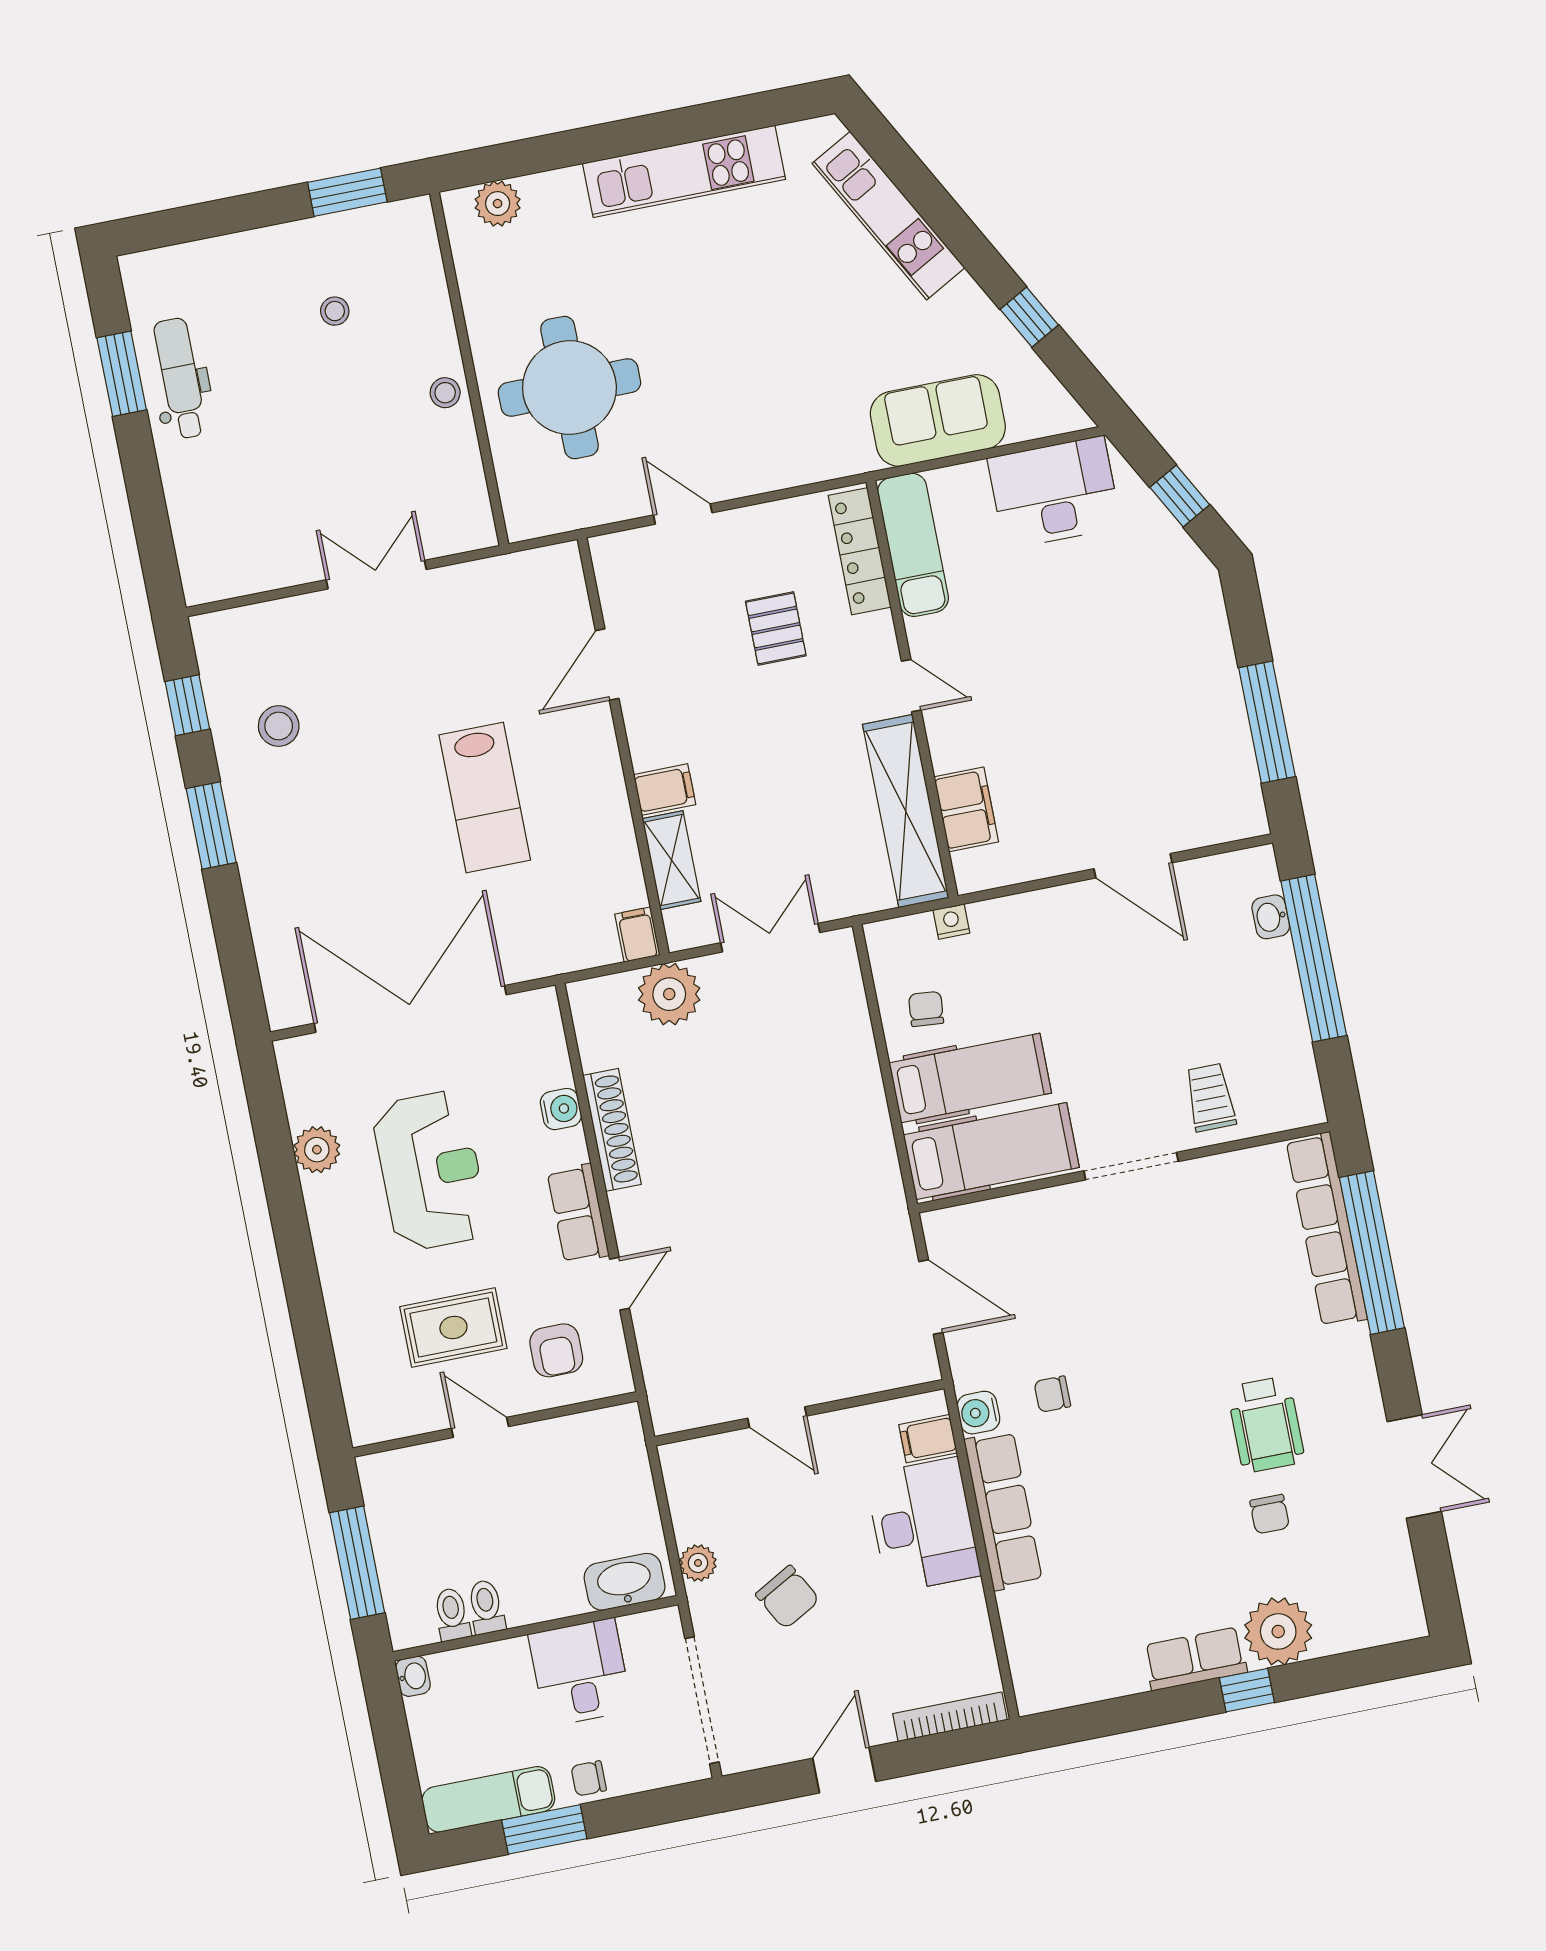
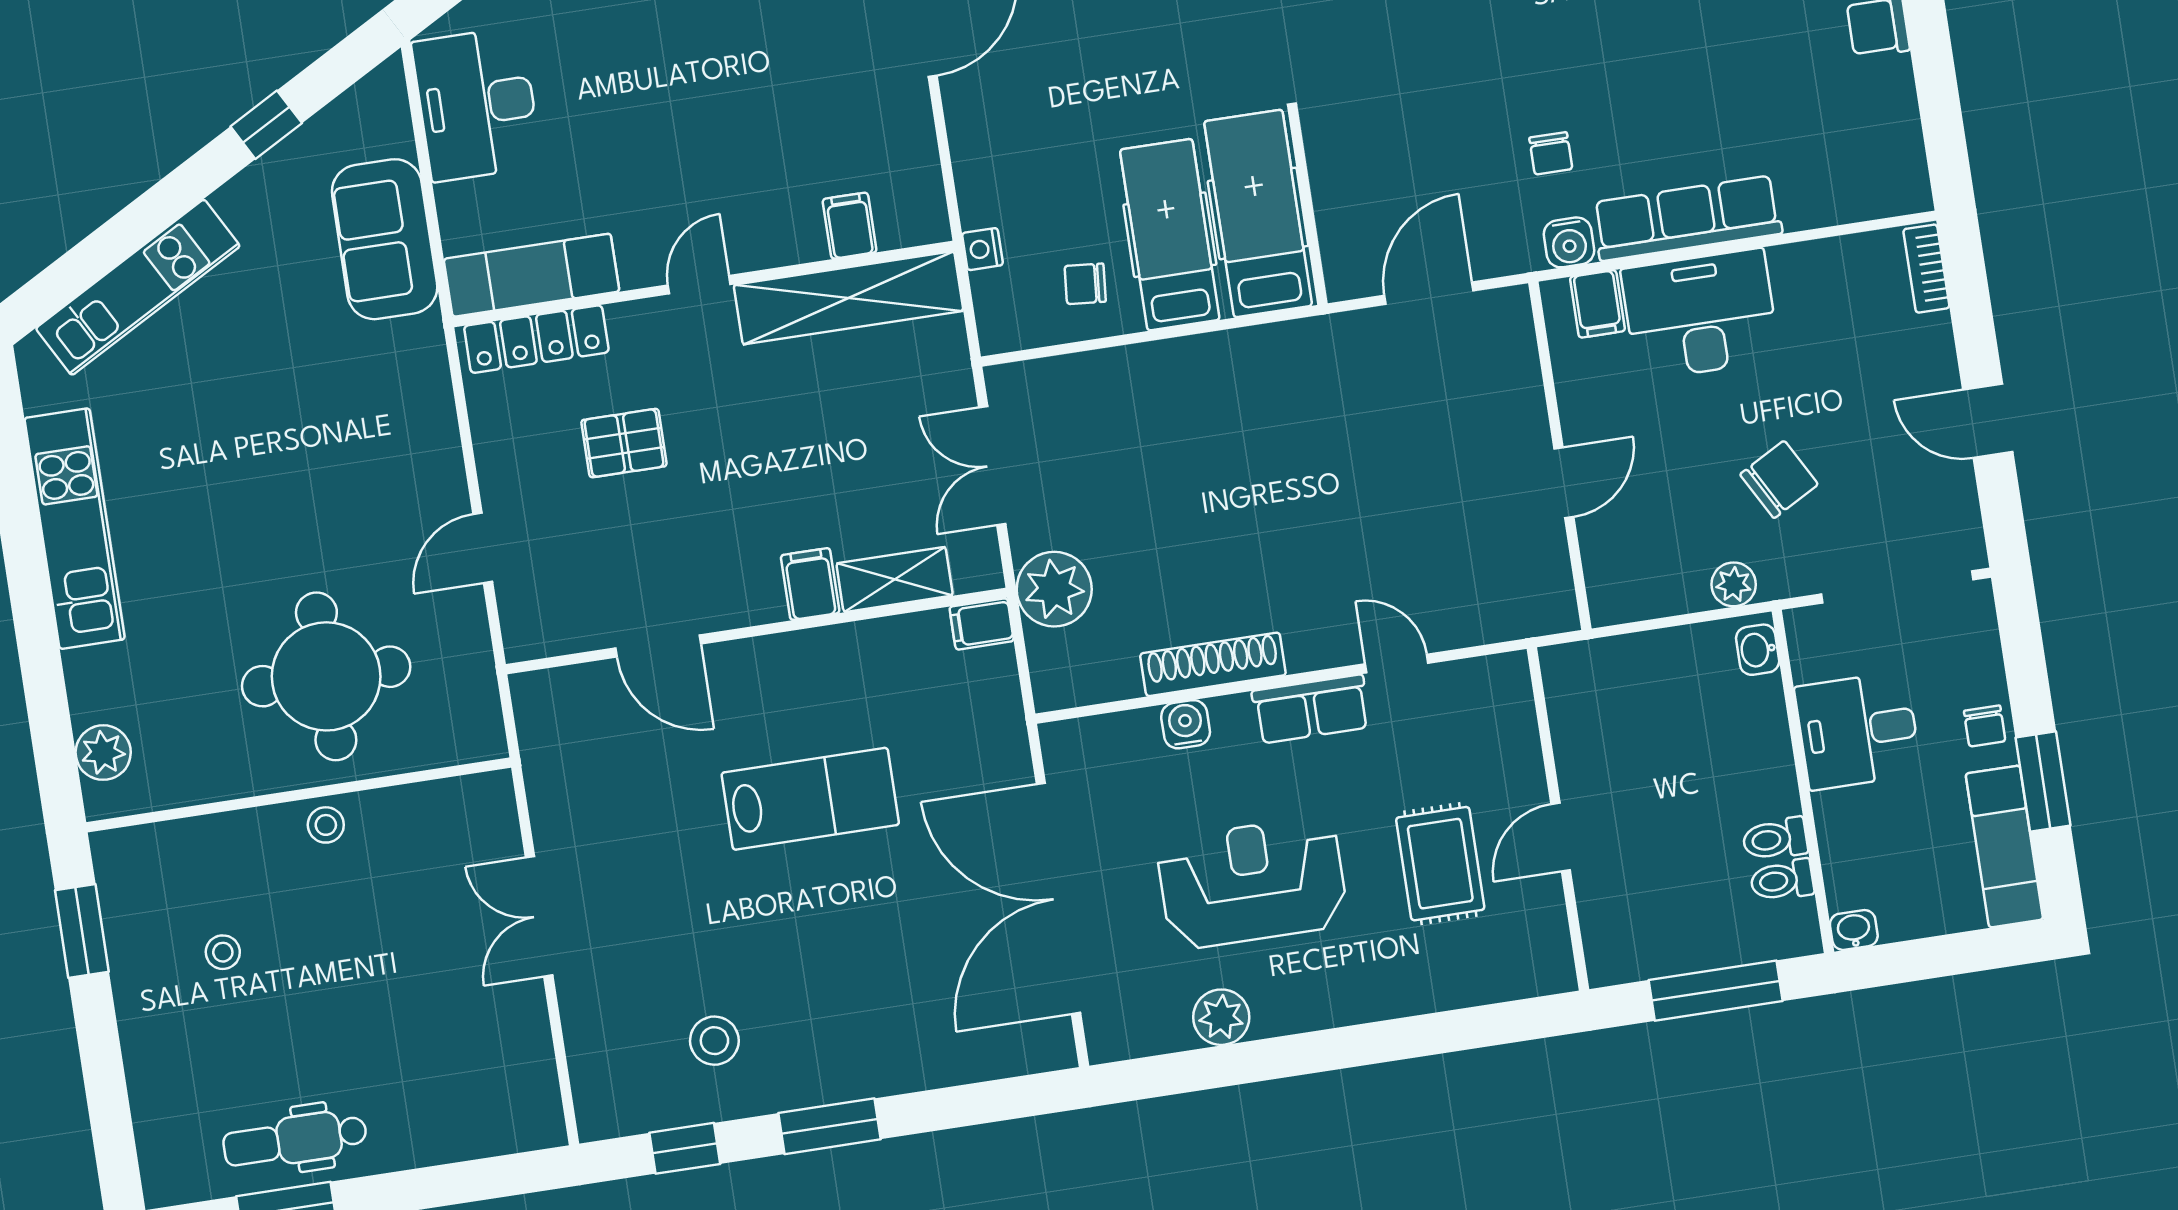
filing cabinet: (966, 809) -> (850, 226), width x0.50
armchair: (556, 1350) -> (1473, 742), removed
washbasin: (625, 1582) -> (1758, 650), width x0.52, depth x0.69
bookcase: (950, 1717) -> (1926, 269), width x0.64

